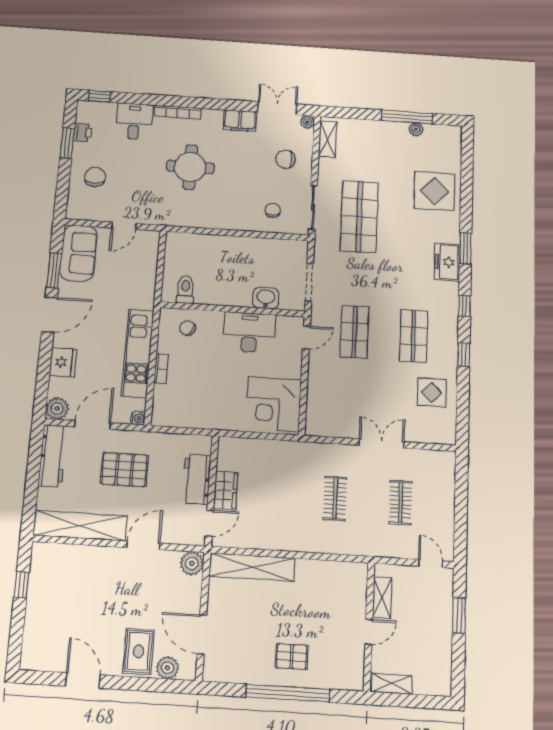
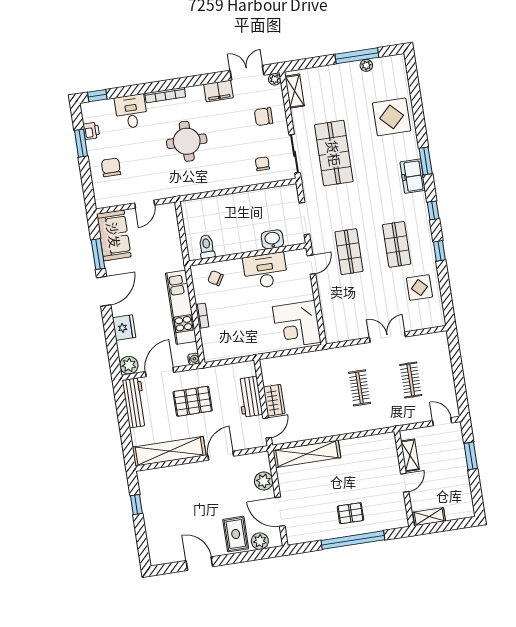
plant: (192, 563) -> (264, 481), moved

